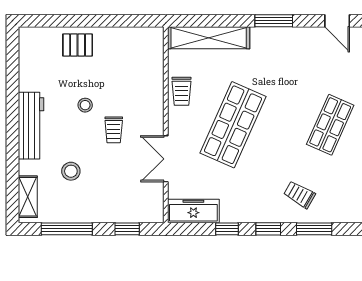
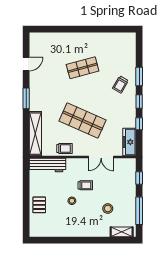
shop shelf: (330, 125) -> (83, 68), turned -39
workbench: (31, 126) -> (47, 165), moved, turned 180

